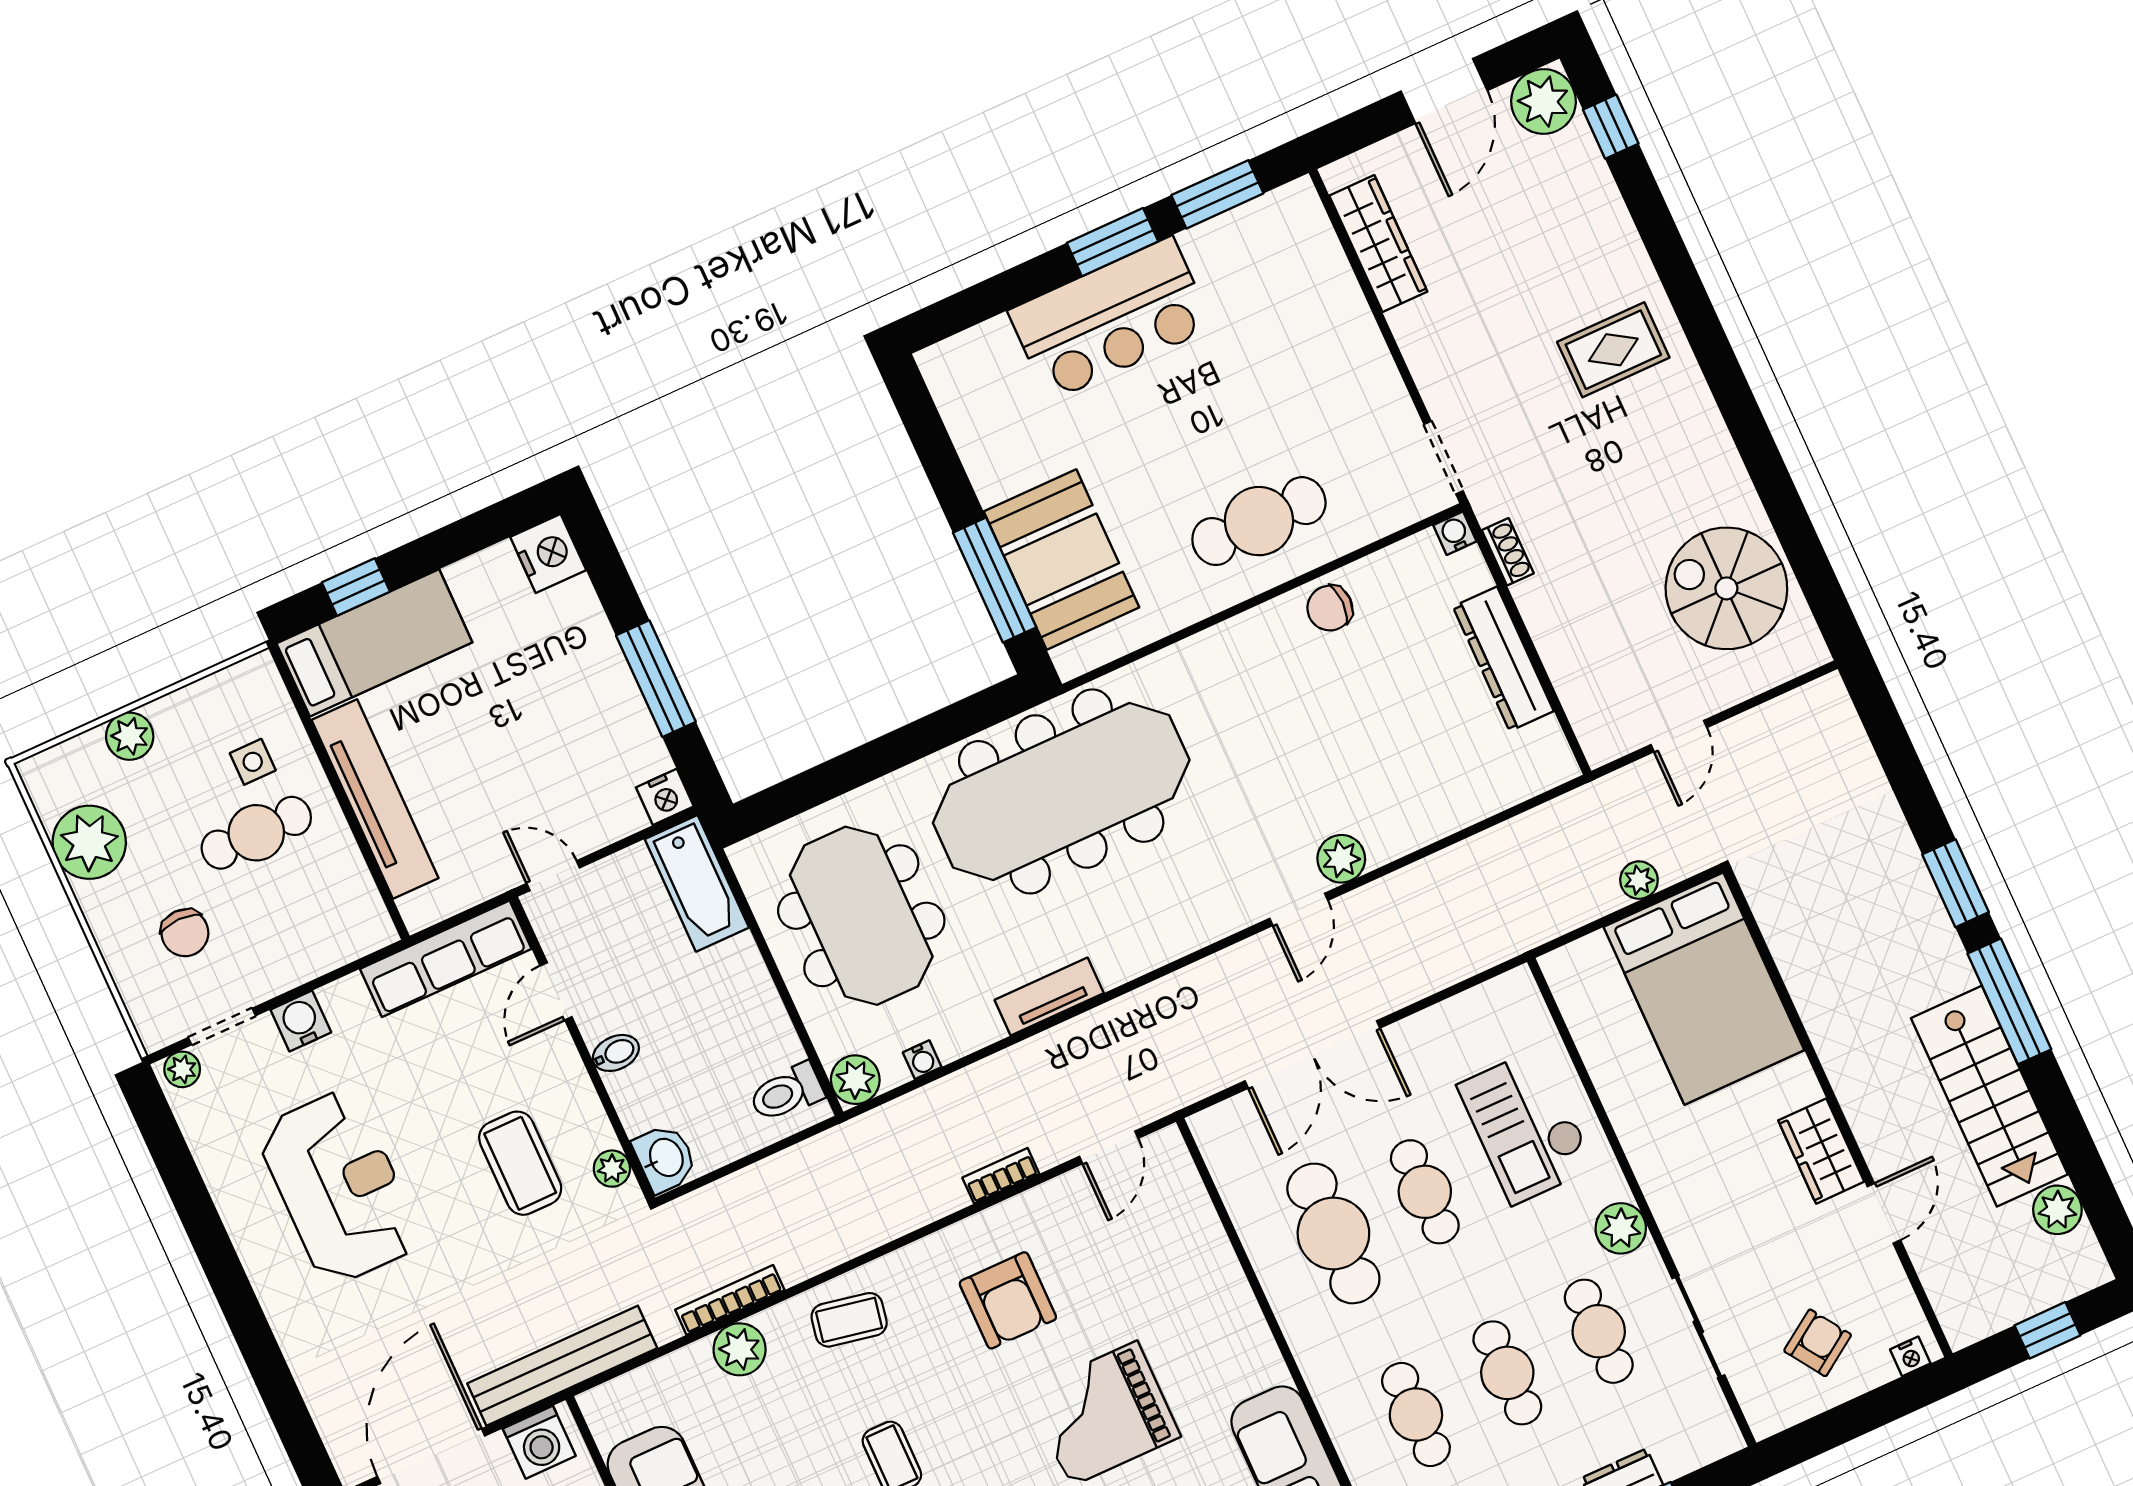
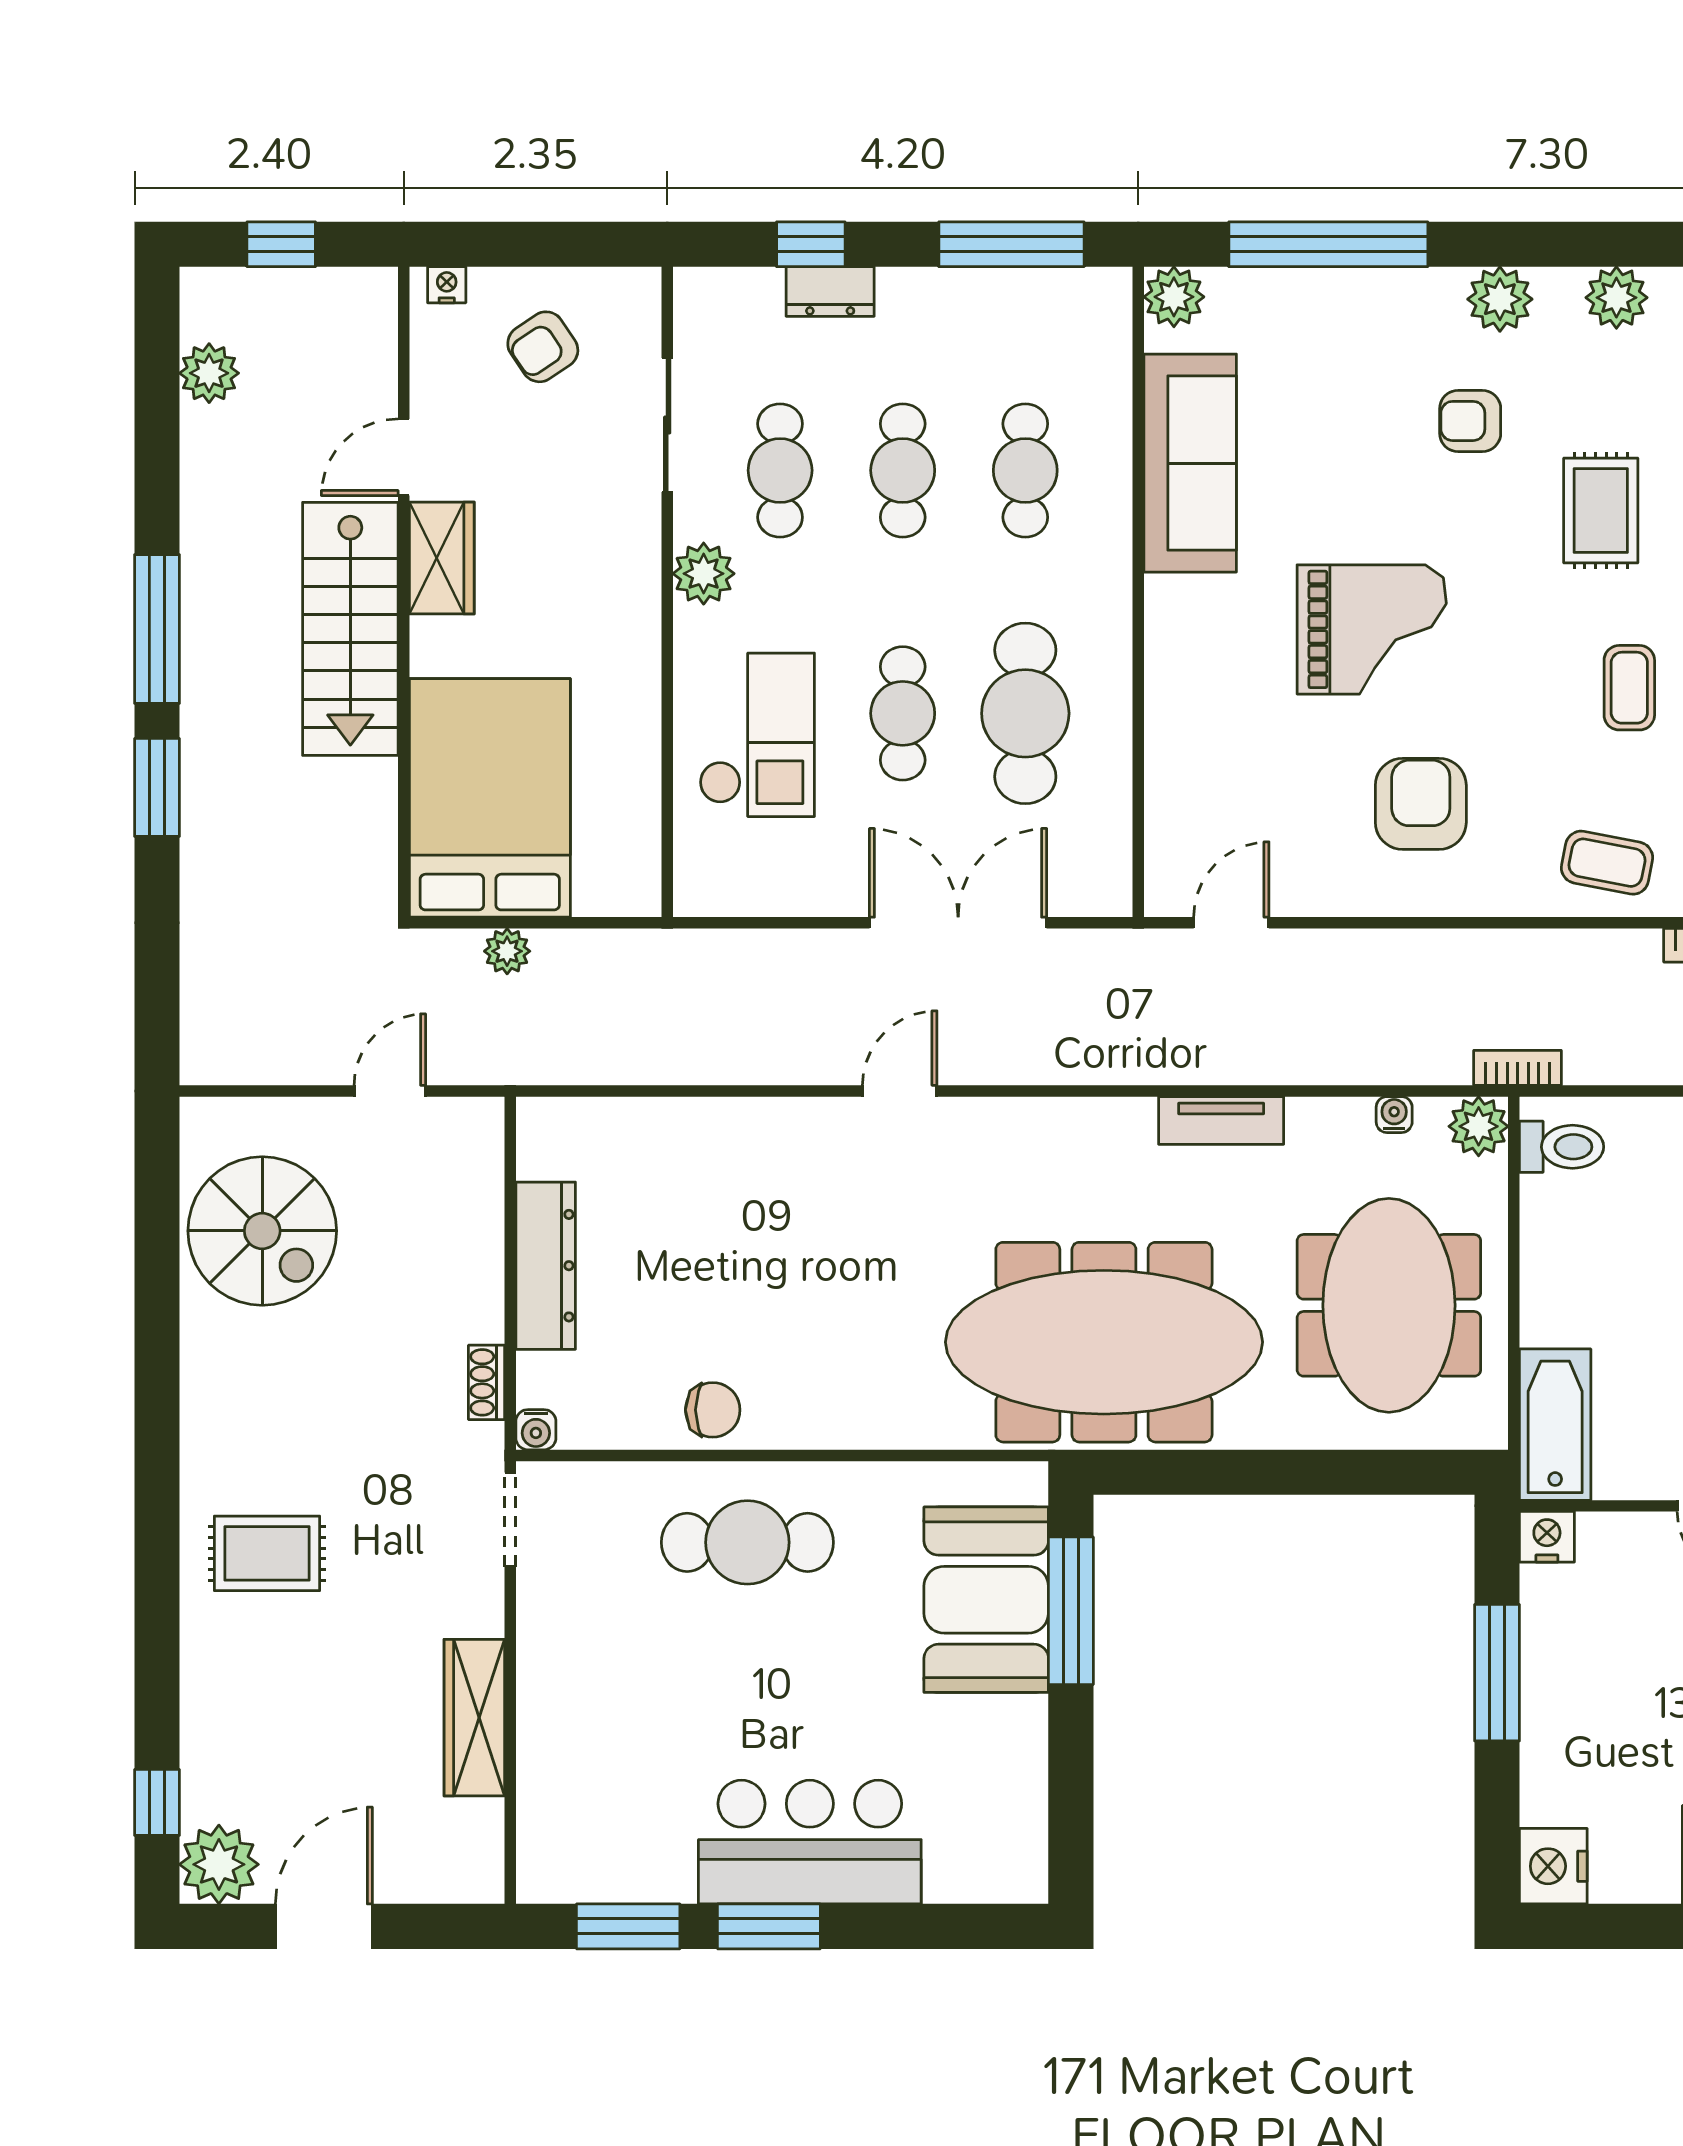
wardrobe: (1378, 244) -> (474, 1718), moved
plant: (1341, 859) -> (827, 1126), removed
stairs: (1989, 1096) -> (350, 629), moved, turned 180
bookcase: (1001, 1176) -> (1518, 1068), moved, turned 180

